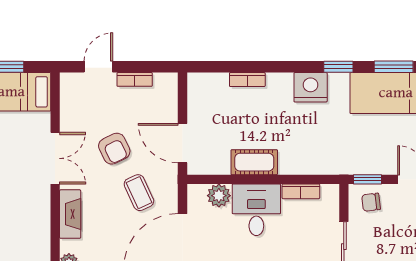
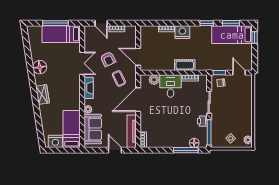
door: (98, 67) -> (101, 23), swing flipped
nightstand: (311, 87) -> (182, 32), moved
cot: (254, 162) -> (185, 65), moved

